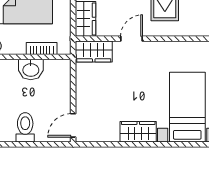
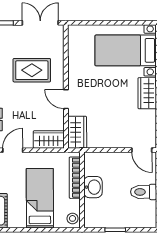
bookcase: (42, 49) -> (75, 178), width x1.56

